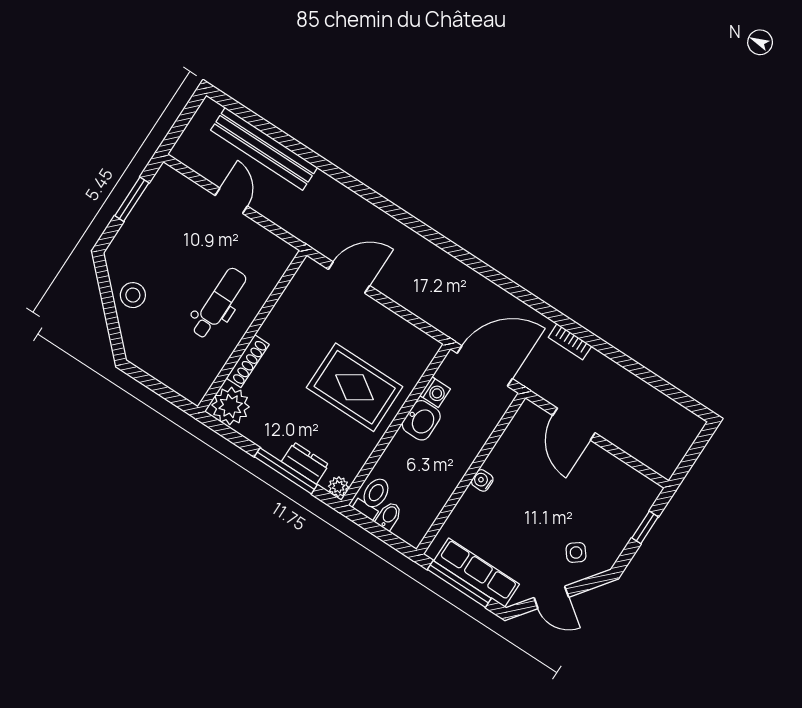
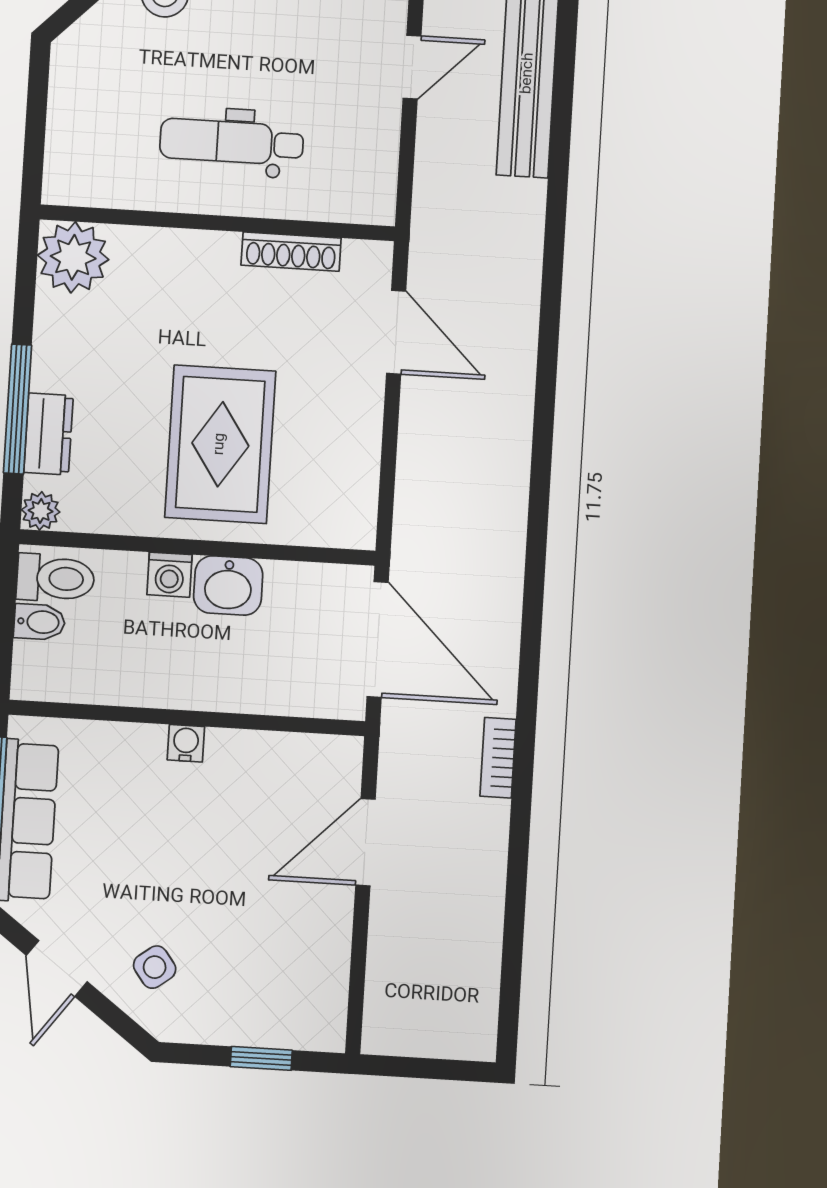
dental chair: (219, 303) -> (232, 142), turned 180
shoe rack: (248, 361) -> (291, 252), moved
washing machine: (435, 392) -> (169, 575), moved

